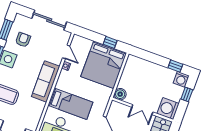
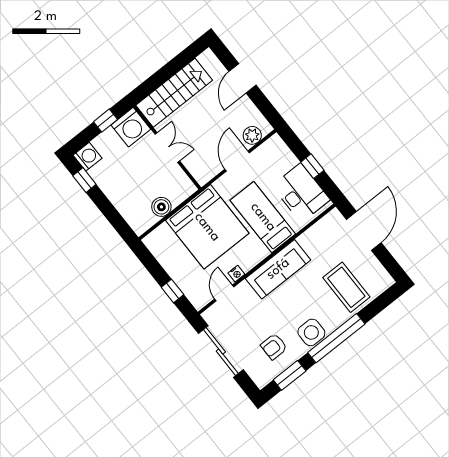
window: (110, 42) -> (173, 291), moved
bed: (104, 65) -> (207, 227), moved, turned 90
boiler: (120, 94) -> (161, 207), moved
window: (187, 94) -> (106, 121), moved

